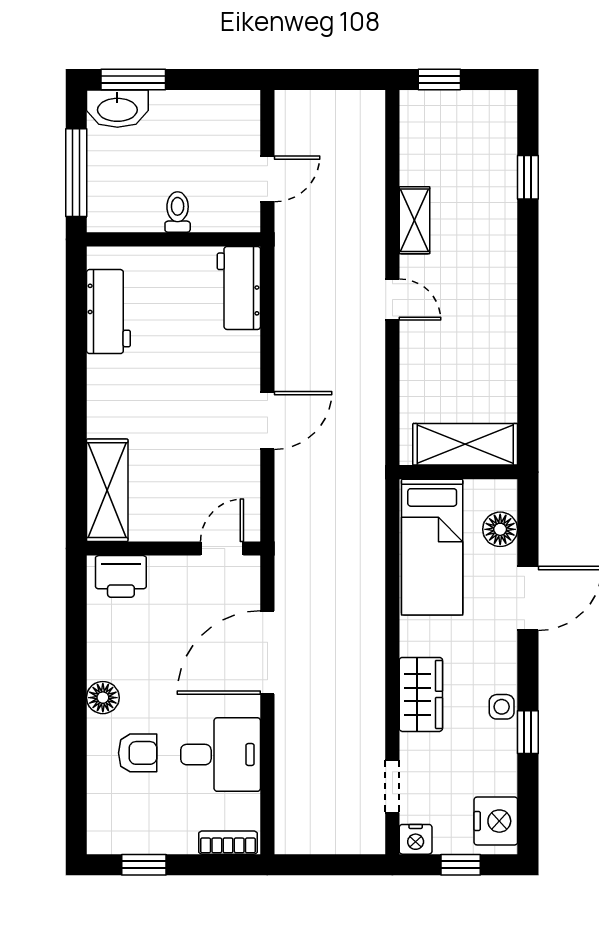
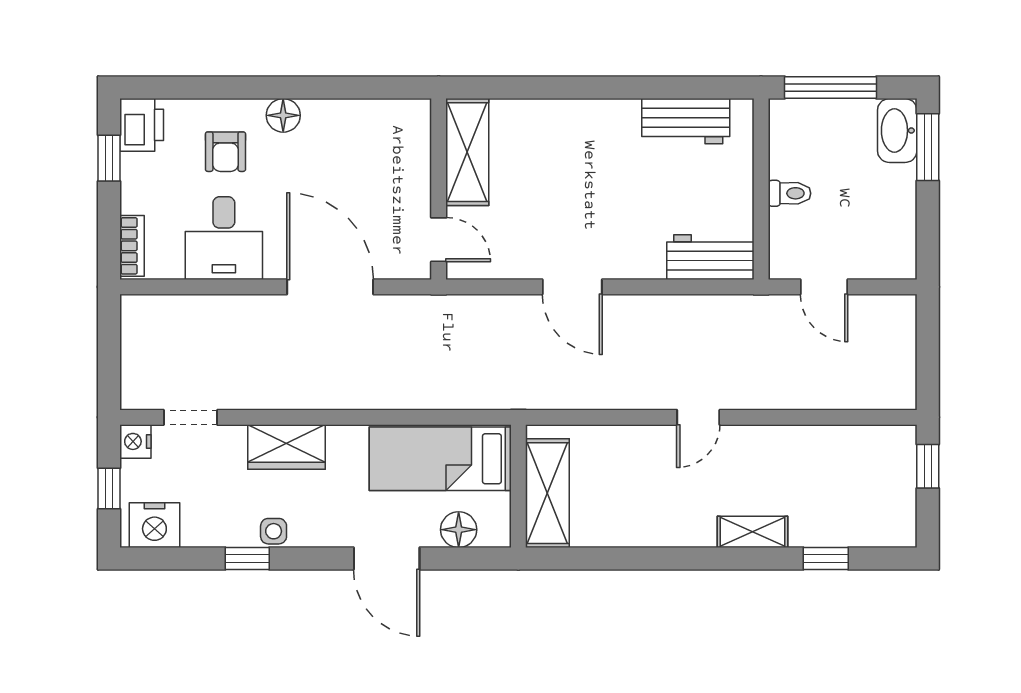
shelving: (414, 220) -> (752, 532), moved
shelving: (107, 490) -> (467, 152), moved, turned 90
printer: (121, 576) -> (142, 125), moved, turned 180

